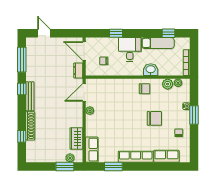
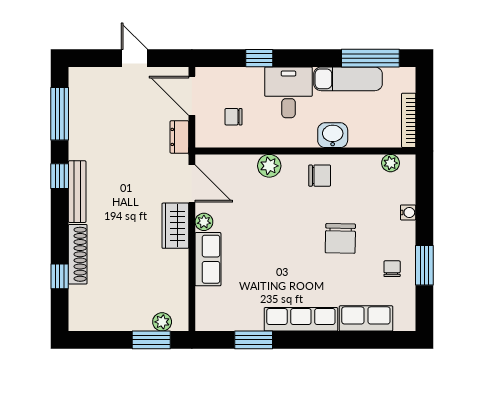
door: (44, 33) -> (134, 58), moved
window: (169, 33) -> (370, 58), width x2.17
plant: (168, 84) -> (269, 166), moved
door: (84, 92) -> (192, 183), swing flipped
window: (194, 115) -> (424, 265), moved
chair: (154, 118) -> (340, 238), turned 91
wardrobe: (76, 138) -> (175, 226), moved
row of seats: (92, 150) -> (208, 259), moved

